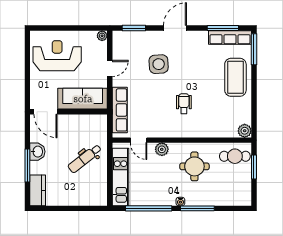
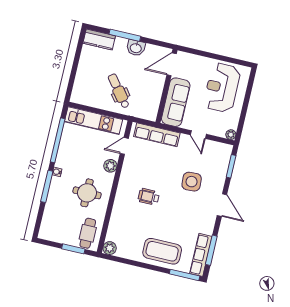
reception desk: (57, 56) -> (222, 88), turned 180
wheelchair: (184, 104) -> (149, 197), turned 180

